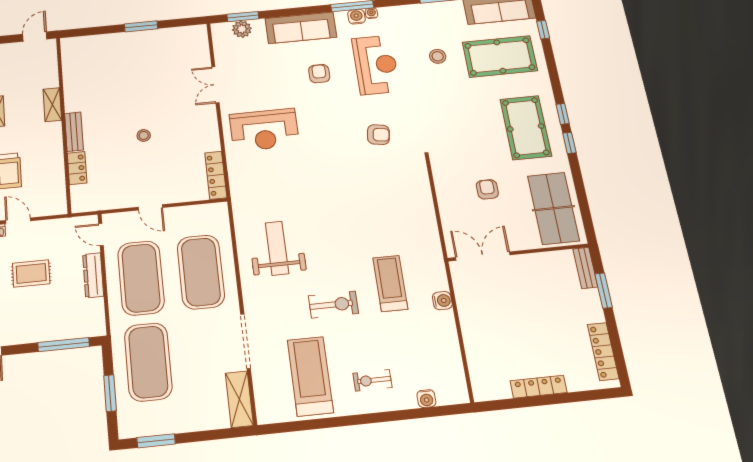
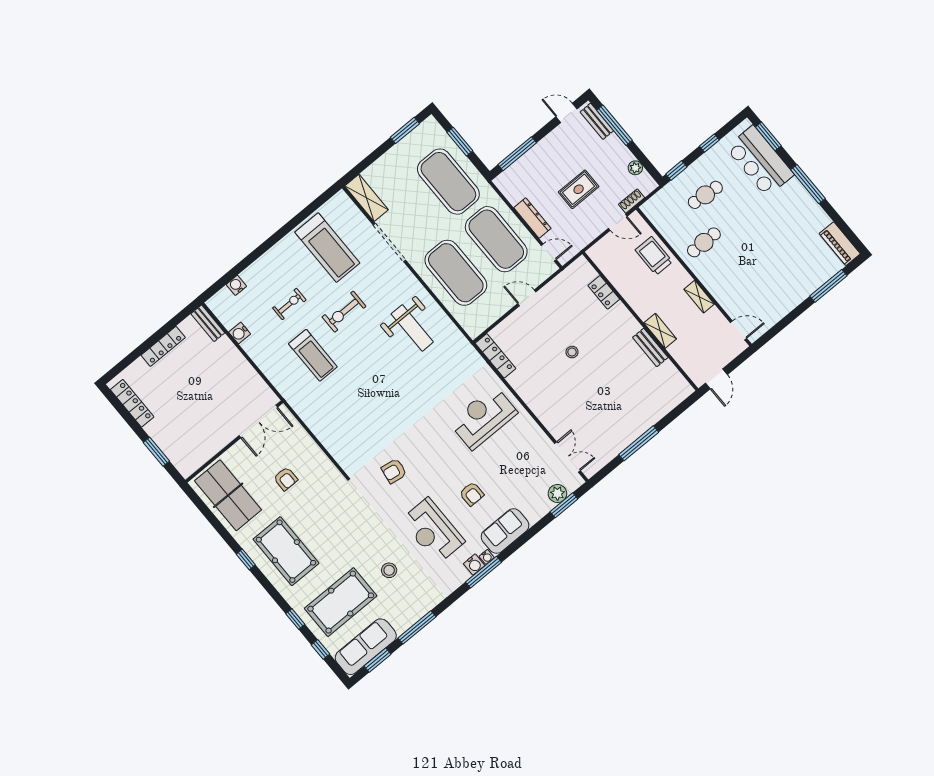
water cooler: (371, 13) -> (487, 557), moved
window: (141, 26) -> (639, 443), width x1.44
sofa: (301, 28) -> (505, 531), width x0.73
double door: (215, 85) -> (567, 457), moved
window: (563, 114) -> (295, 619), moved
bench: (74, 132) -> (650, 347), moved
bench: (585, 268) -> (208, 323), moved
water cooler: (442, 301) -> (240, 333), moved
exercise bike: (372, 380) -> (289, 304), moved

